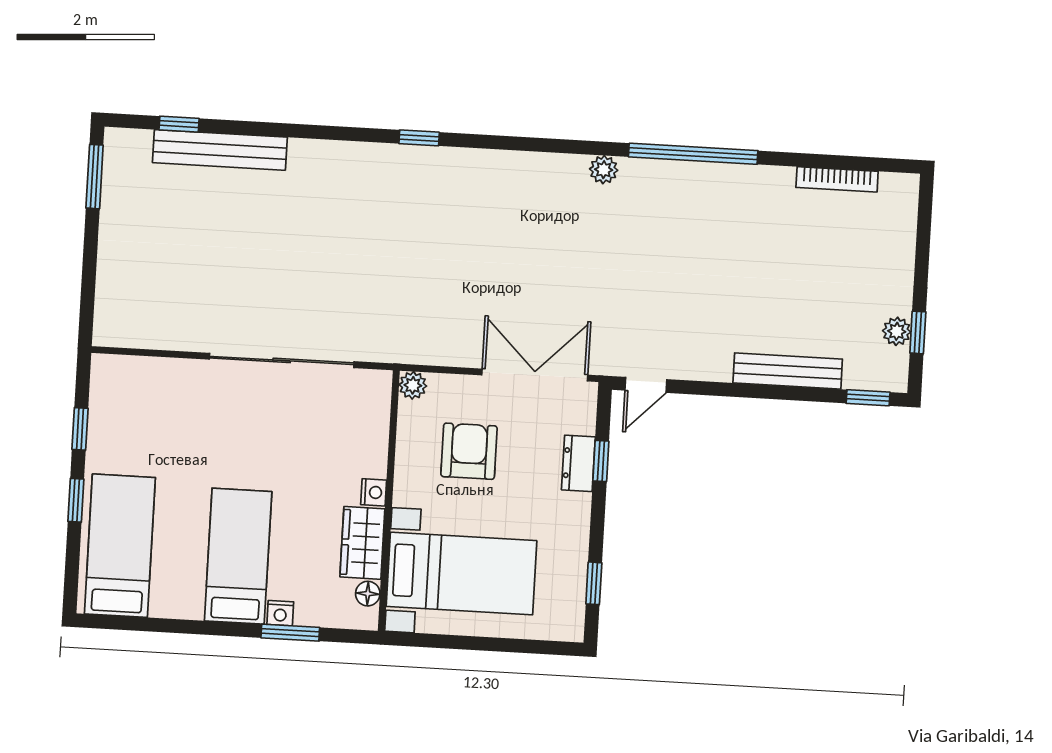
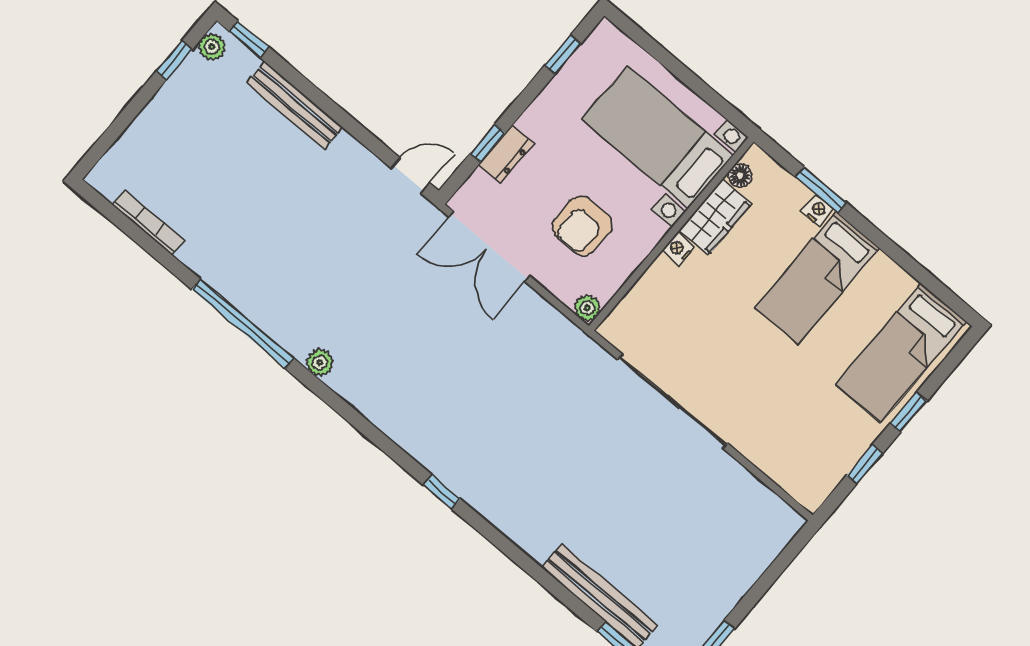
plant: (897, 331) -> (212, 47), moved

